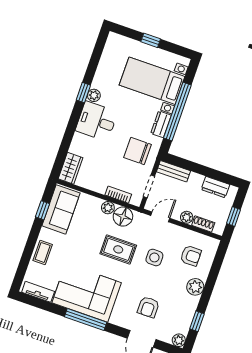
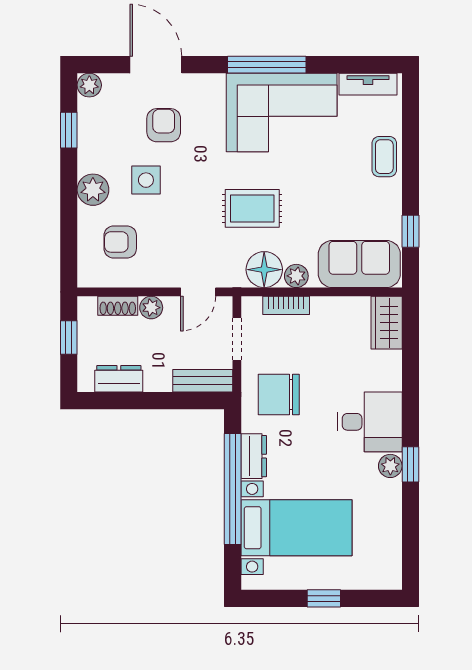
chair: (138, 151) -> (279, 394), turned 180
sofa: (61, 209) -> (359, 264), moved, turned 90
side table: (154, 257) -> (146, 180), moved

